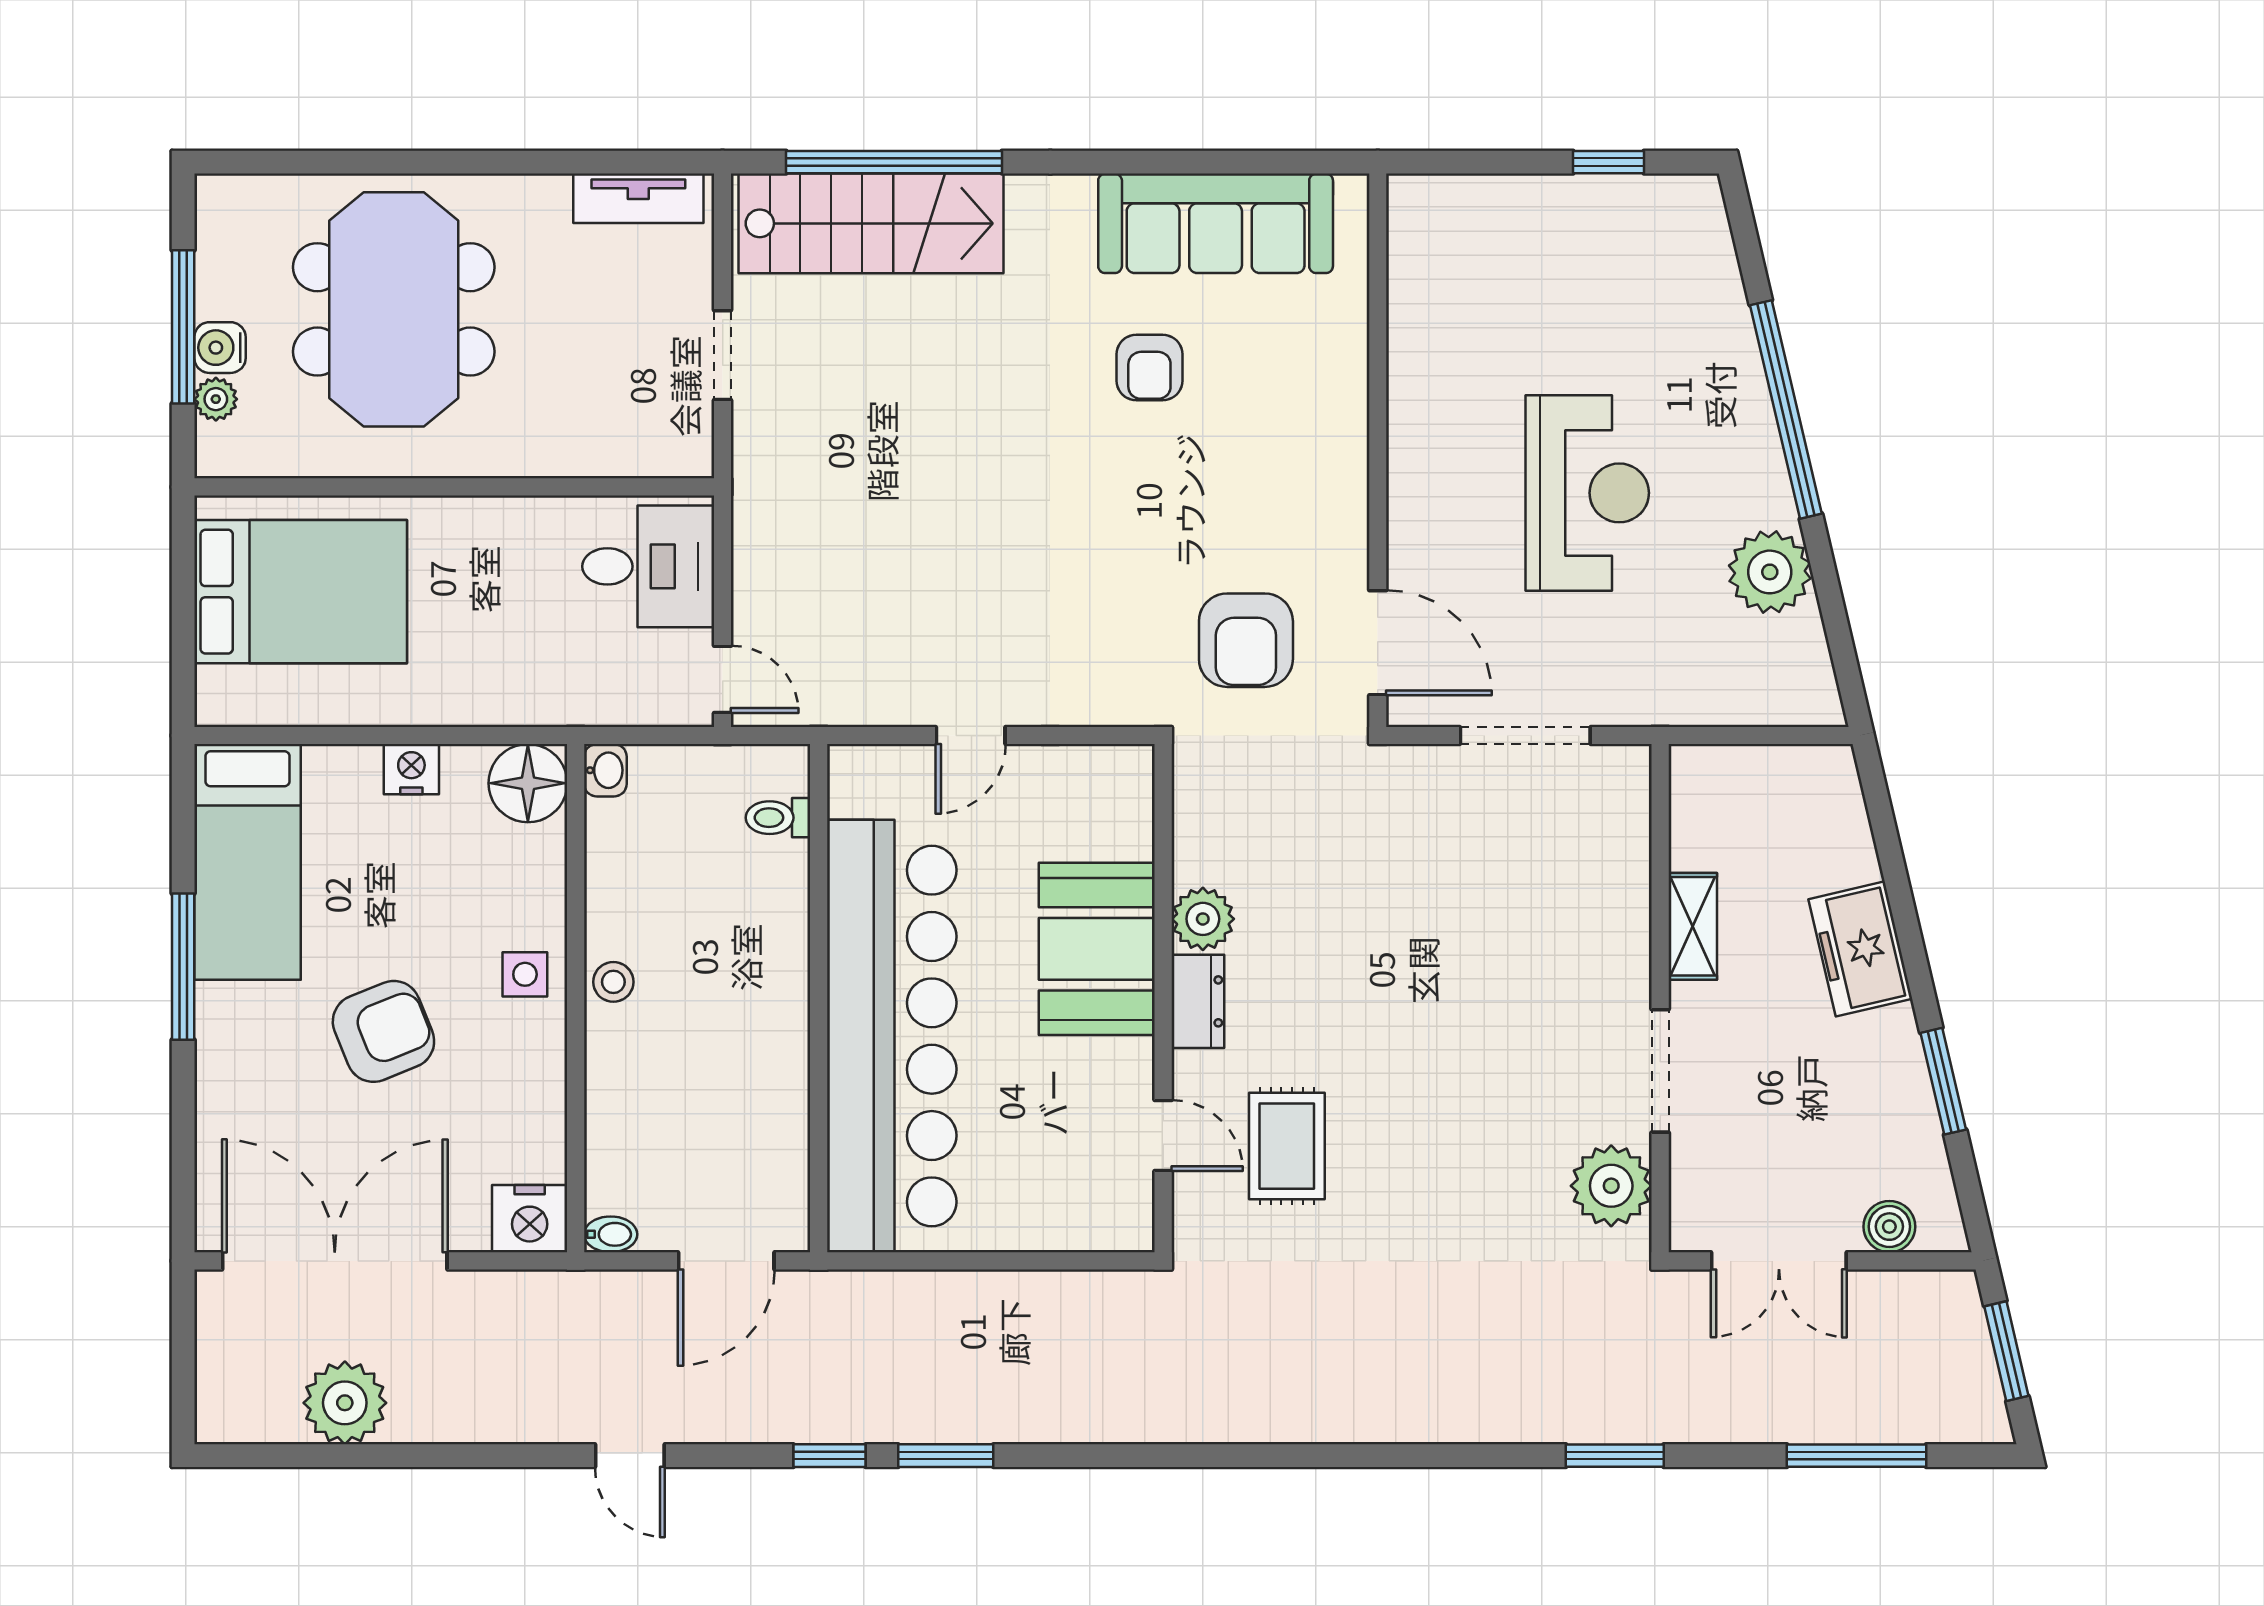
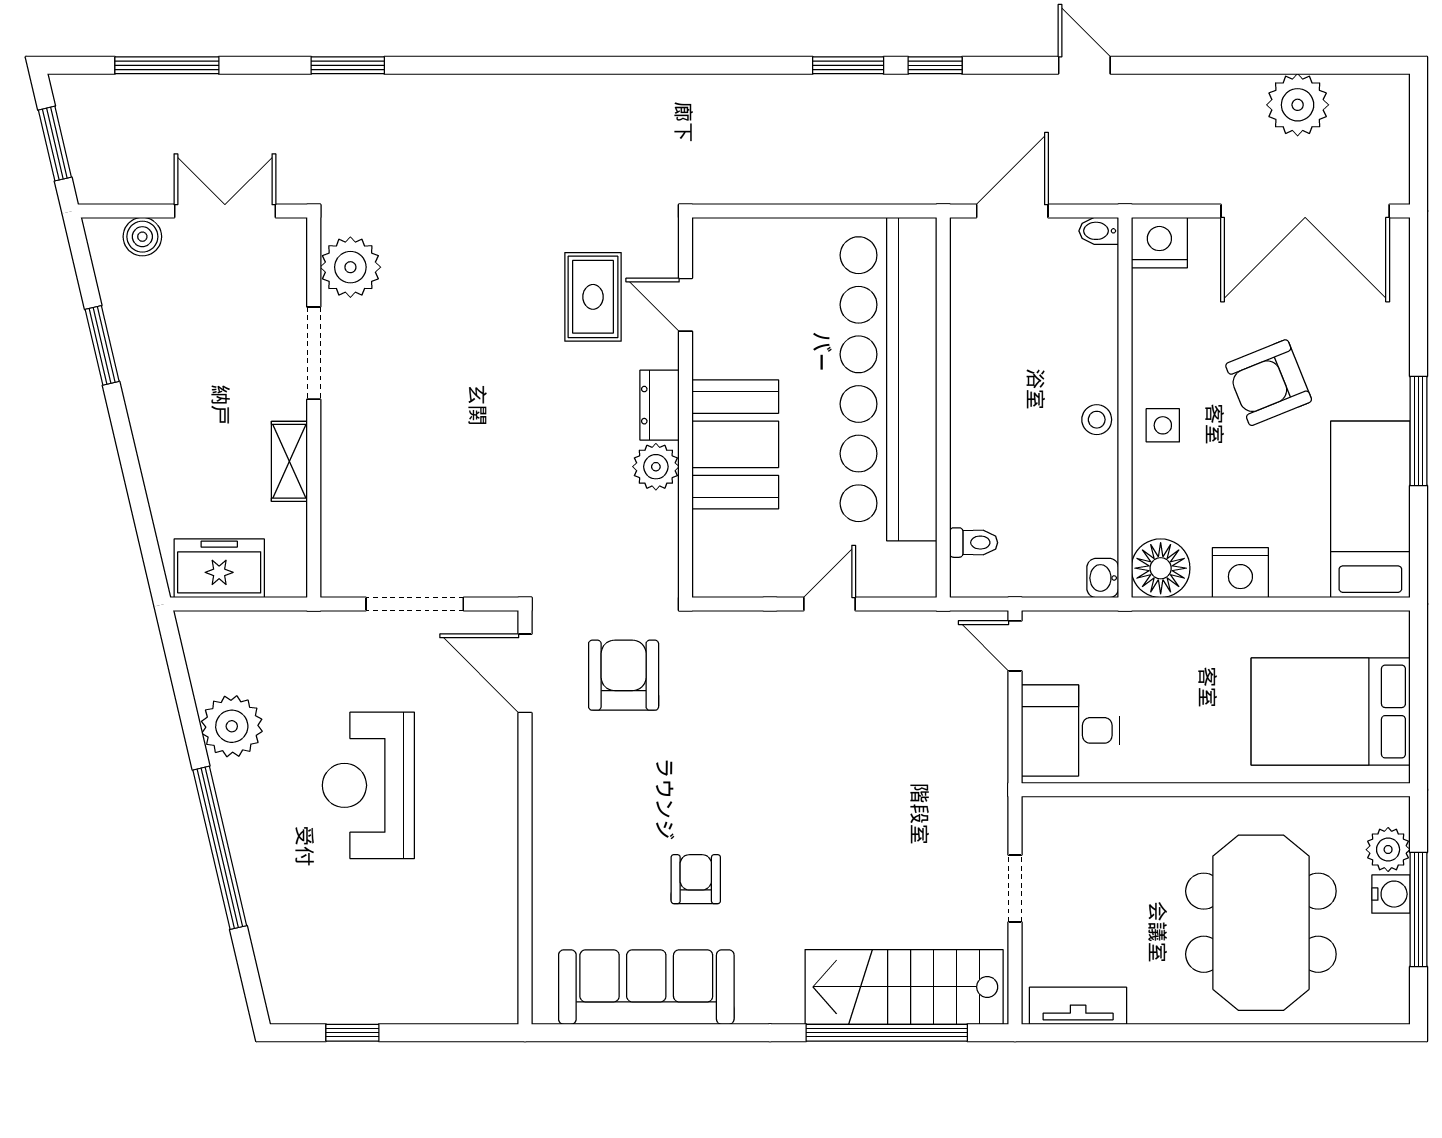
plant: (216, 399) -> (1388, 850), width x1.38, depth x1.38
nightstand: (411, 769) -> (1240, 573), width x1.36, depth x1.33
freezer: (1860, 949) -> (219, 568), moved, turned -77

